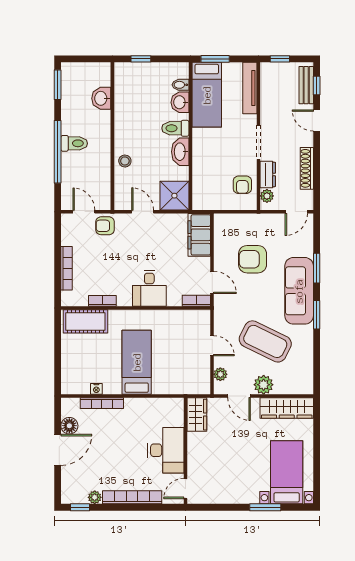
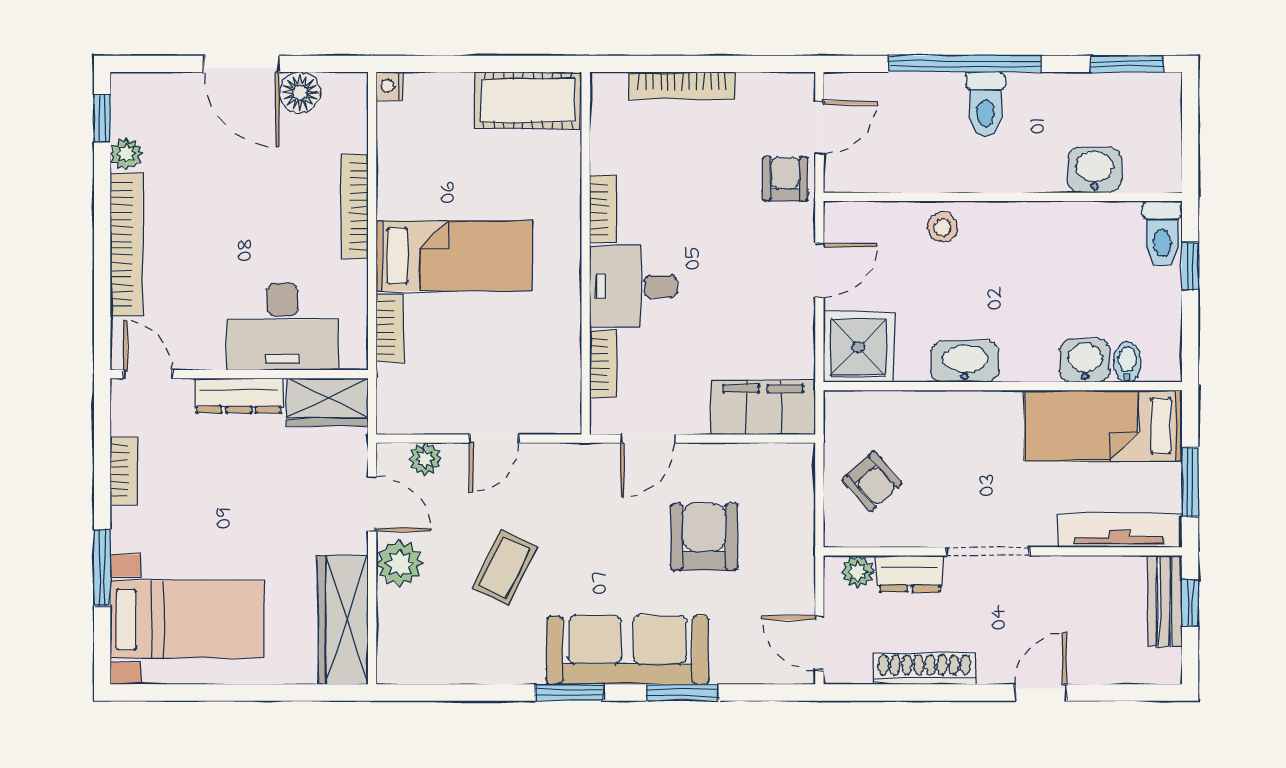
window: (215, 59) -> (1190, 482), moved
bench: (306, 85) -> (1165, 601), moved, turned 90
window: (317, 86) -> (1126, 692), removed
toilet: (175, 128) -> (1162, 234), moved, turned 180
armchair: (242, 185) -> (872, 481), moved, turned -132
bookcase: (102, 301) -> (603, 209), moved
bookcase: (196, 301) -> (603, 364), moved
cot: (85, 321) -> (528, 100), moved, turned 90
coffee table: (265, 341) -> (505, 568), width x0.54, depth x0.58
nightstand: (96, 389) -> (389, 86), moved
bookcase: (167, 389) -> (390, 328), added
door: (239, 396) -> (372, 504), swing flipped
bookcase: (102, 403) -> (355, 207), moved
desk: (166, 450) -> (282, 326), moved
dresser: (194, 451) -> (239, 396), added
bookcase: (225, 498) -> (124, 471), added

